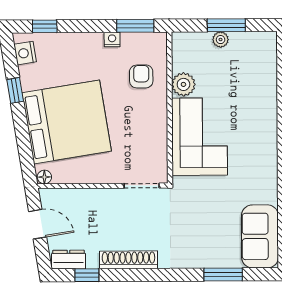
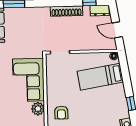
bed: (67, 122) -> (100, 77), width x0.49

